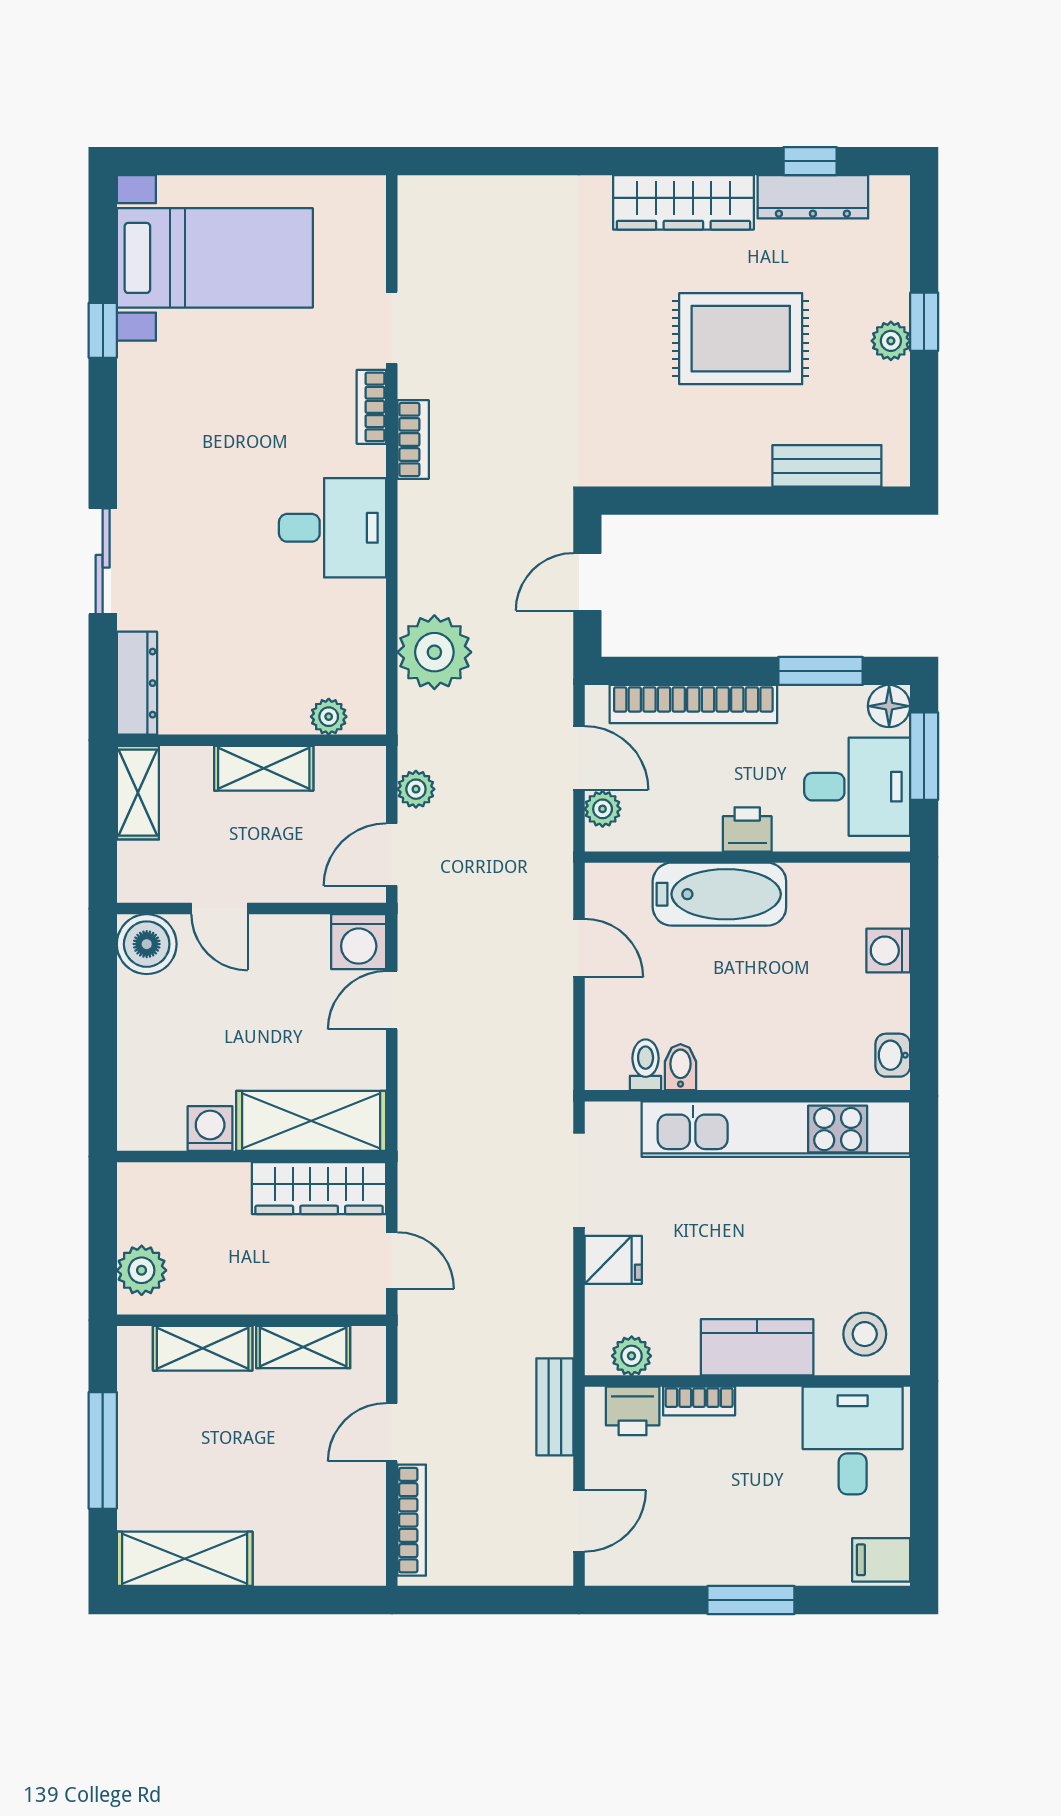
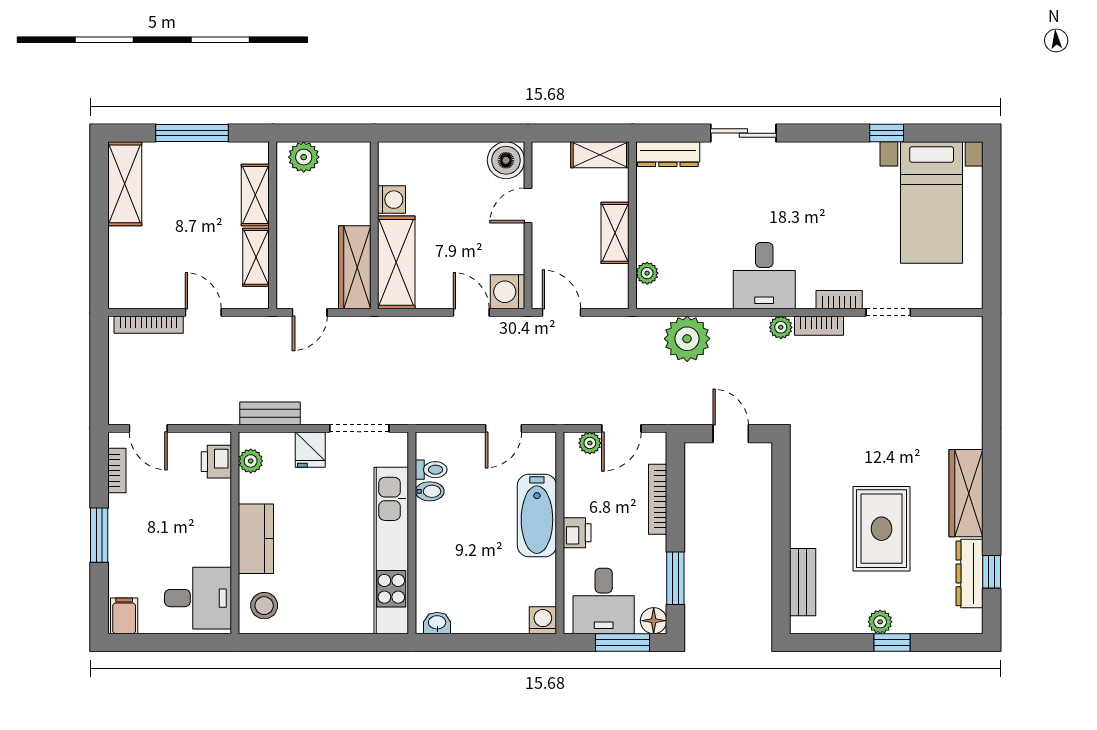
bookcase: (693, 704) -> (658, 499), width x0.68, depth x0.76
plant: (416, 789) -> (781, 327), moved
washing machine: (888, 951) -> (543, 620), moved
bookcase: (699, 1401) -> (117, 471), moved, turned 180
bench: (555, 1407) -> (270, 413), moved

